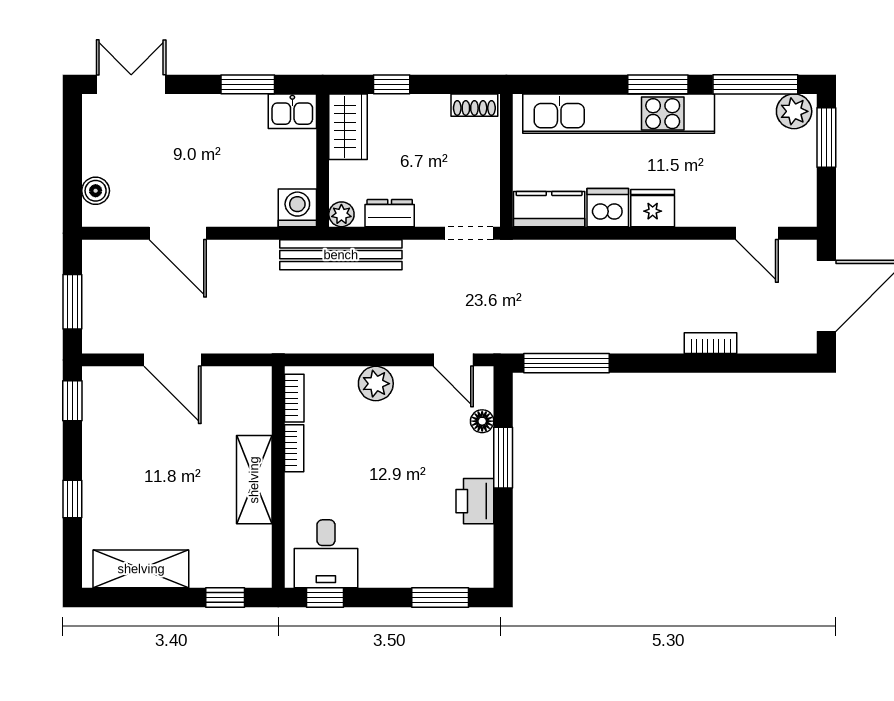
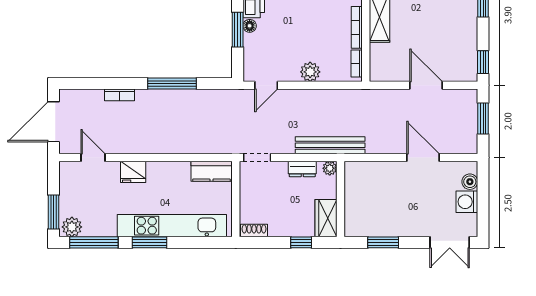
kitchen sink: (292, 111) -> (358, 227), removed
washing machine: (297, 208) -> (467, 202), moved, turned 90
dishwasher: (608, 208) -> (178, 172), removed
fridge: (653, 208) -> (133, 172), moved
door: (453, 360) -> (266, 85), swing flipped
window: (567, 363) -> (172, 84), moved
floor lamp: (482, 421) -> (250, 26), moved
bookcase: (294, 448) -> (357, 27), width x1.56

